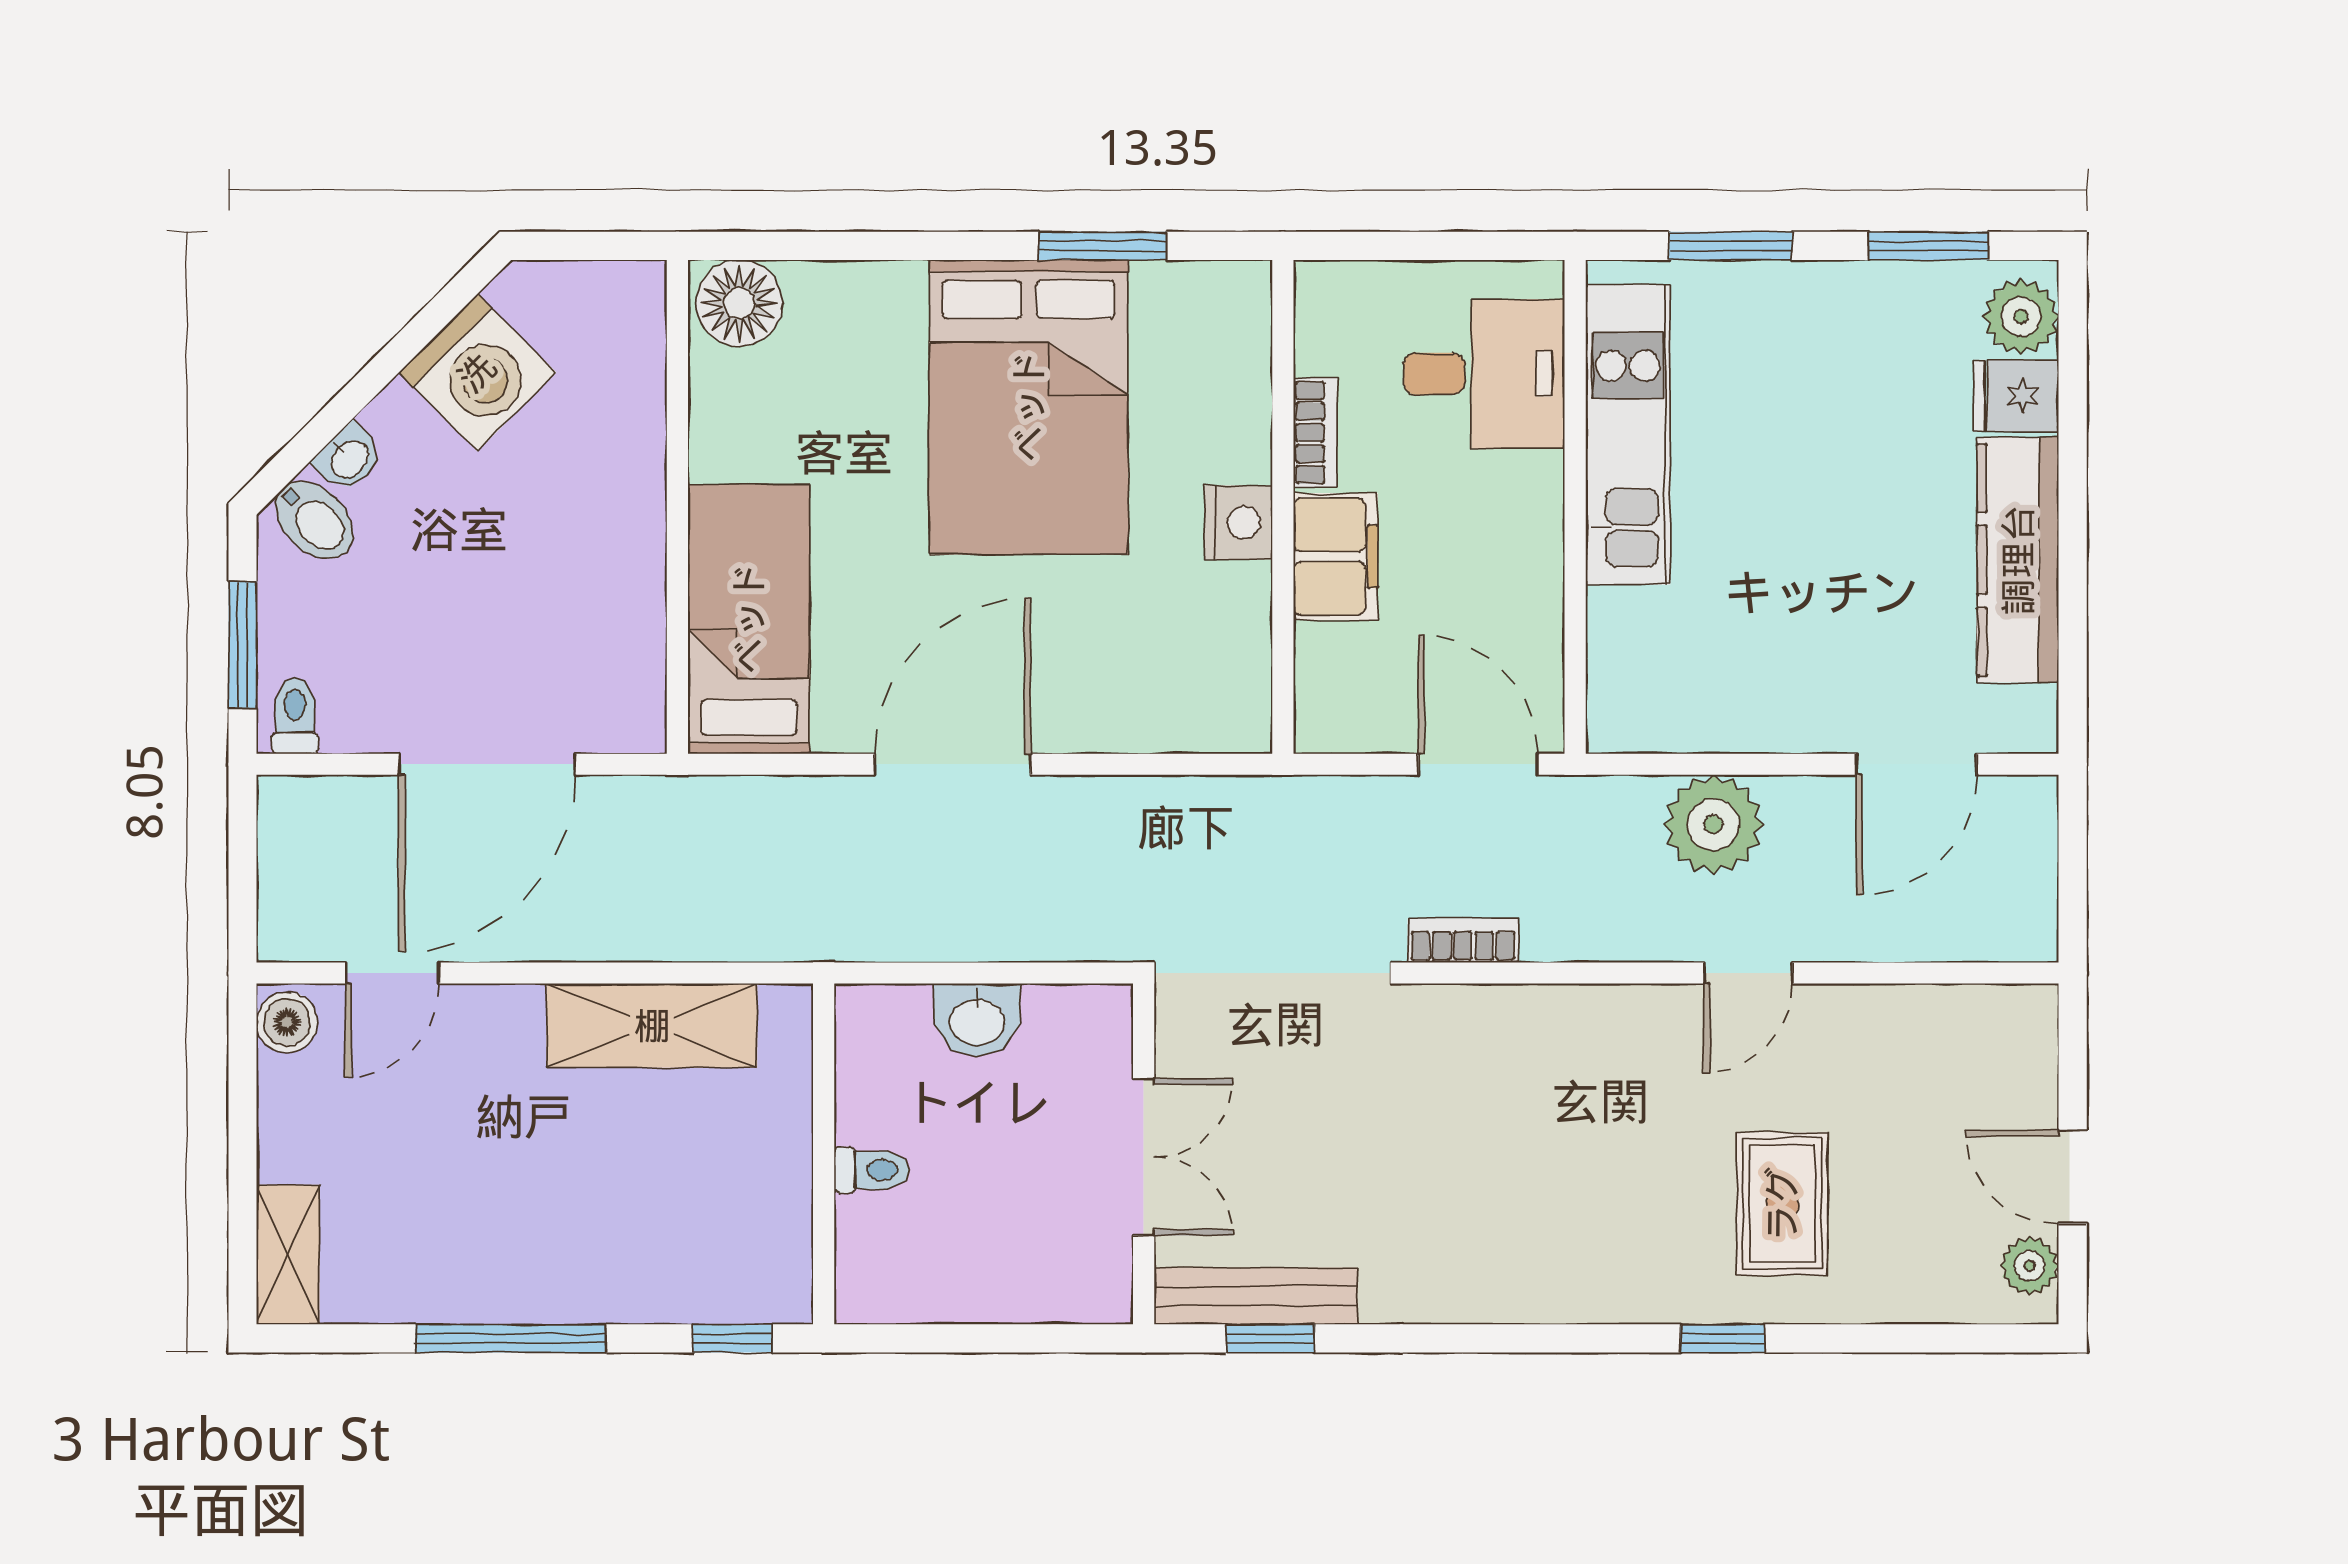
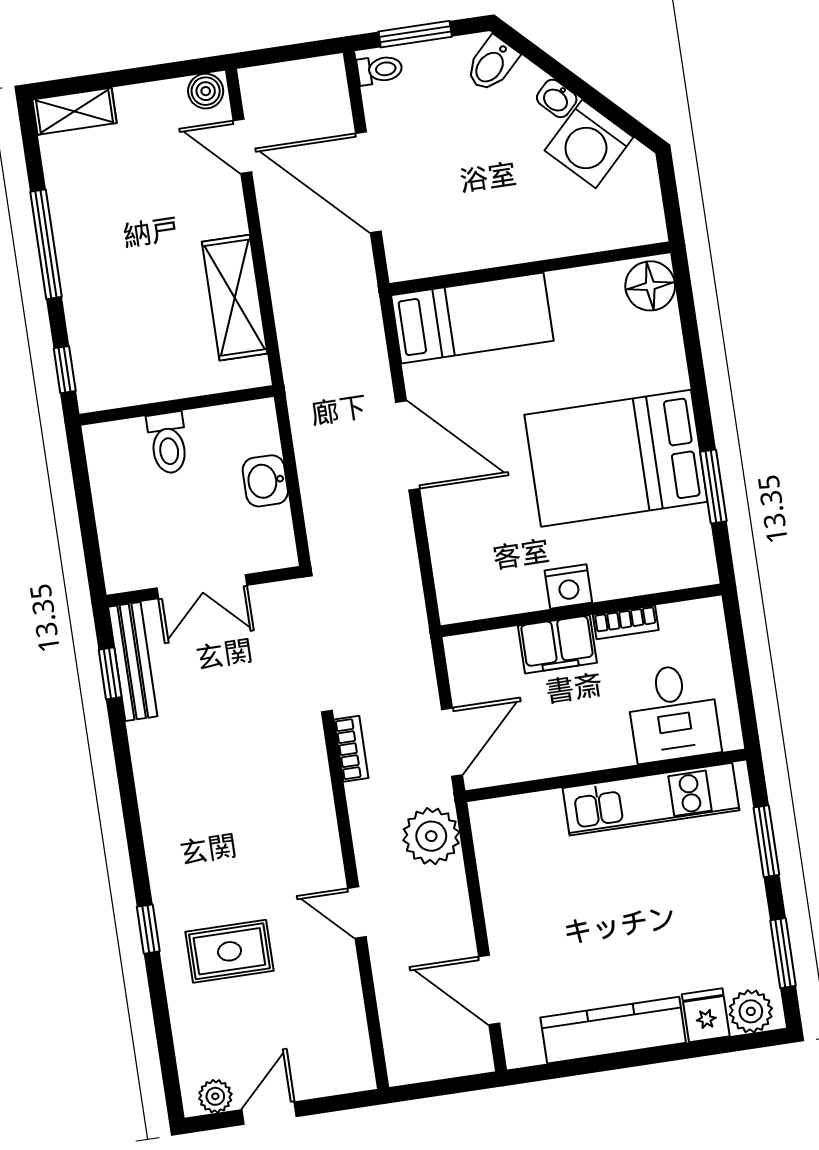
washbasin: (349, 458) -> (557, 98), moved
plant: (1713, 825) -> (431, 836), moved
toilet: (872, 1170) -> (168, 443), width x1.37, depth x1.39

